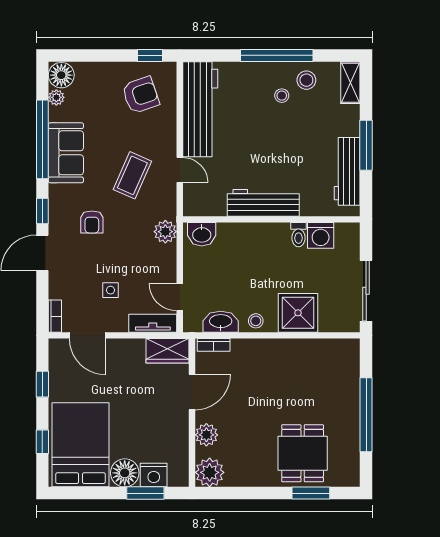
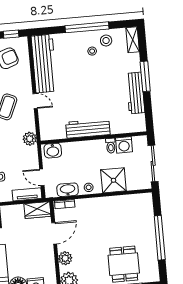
workbench: (263, 203) -> (88, 128), moved
wall: (271, 219) -> (94, 138), moved
washbasin: (202, 234) -> (53, 151), moved
toilet: (298, 235) -> (111, 146), moved
washing machine: (321, 235) -> (124, 145), moved

